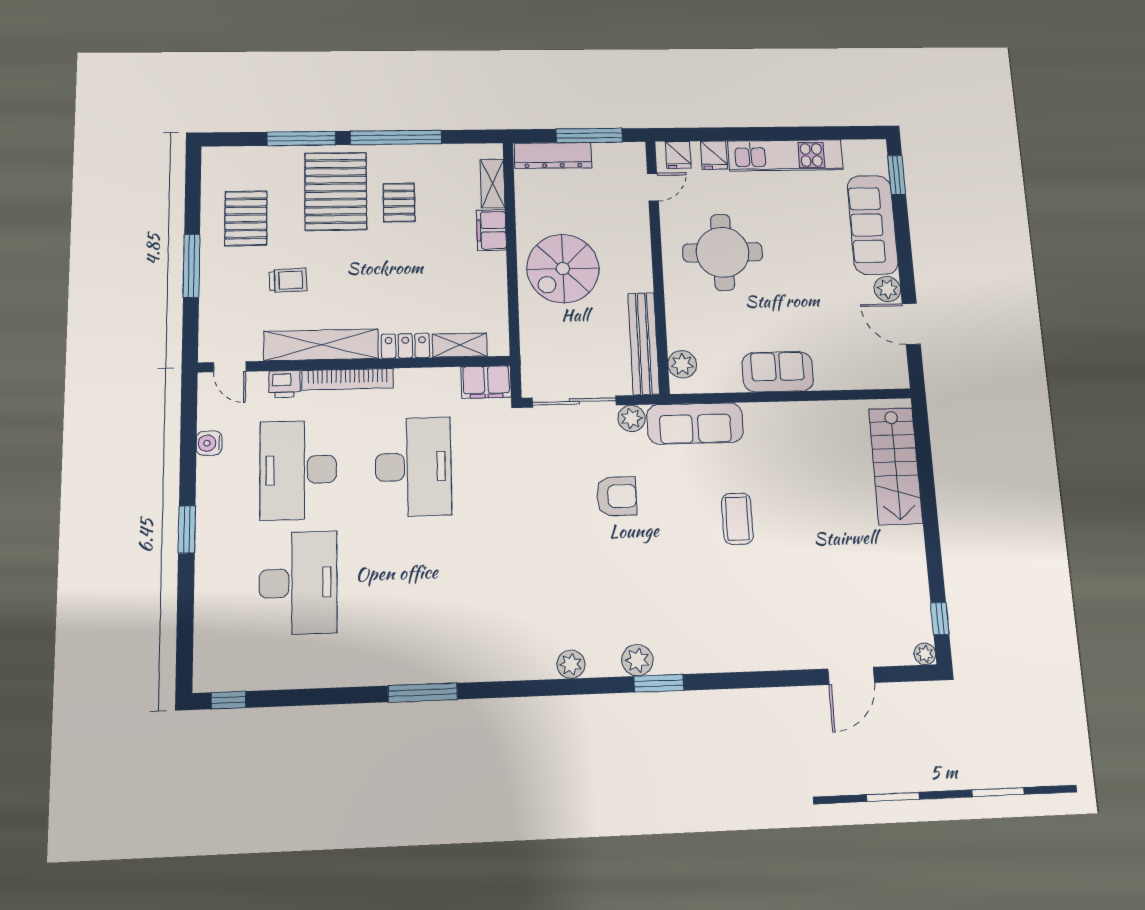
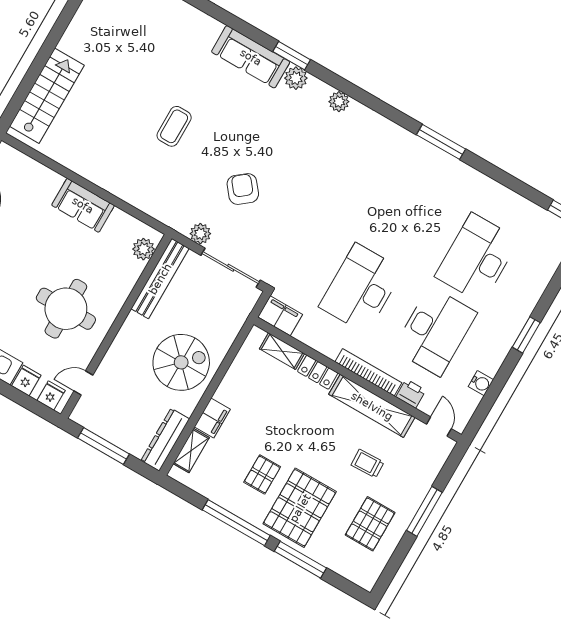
dresser: (553, 155) -> (165, 440), moved, turned -90
sofa: (695, 423) -> (251, 57), moved, turned 180
armchair: (617, 496) -> (243, 189), turned 51

